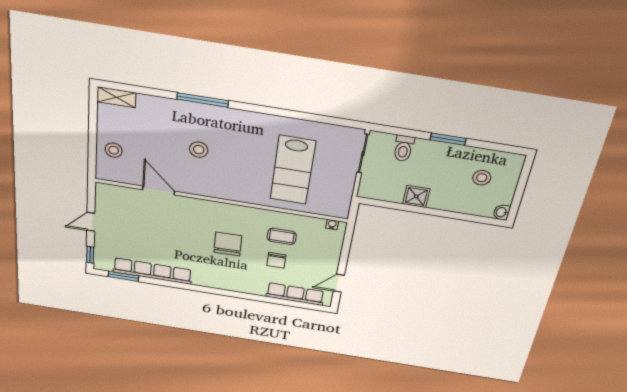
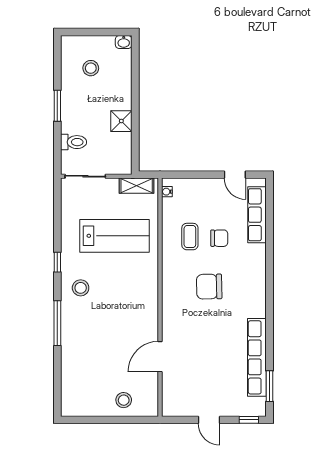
shelving: (116, 97) -> (137, 186), moved, turned 90
window: (271, 111) -> (57, 262), added
stool: (199, 150) -> (81, 288), moved

